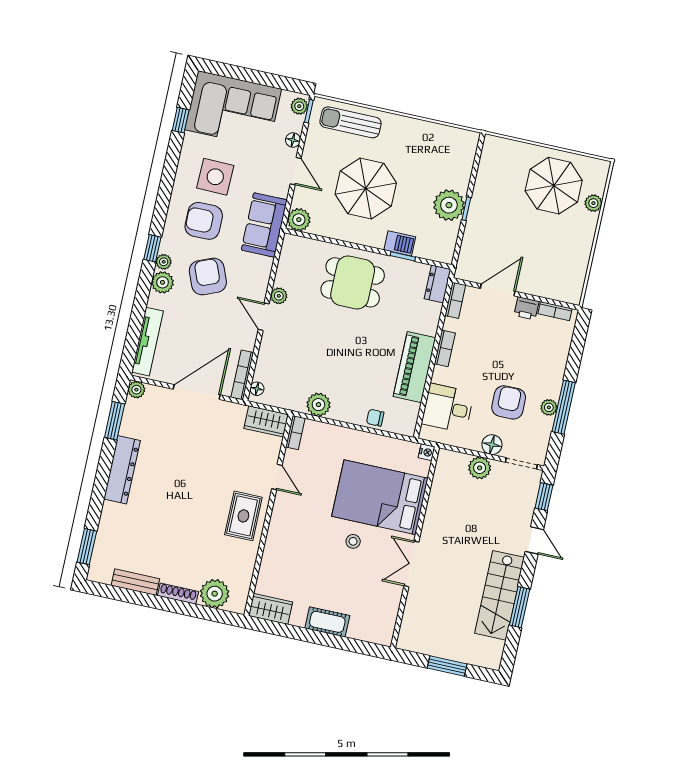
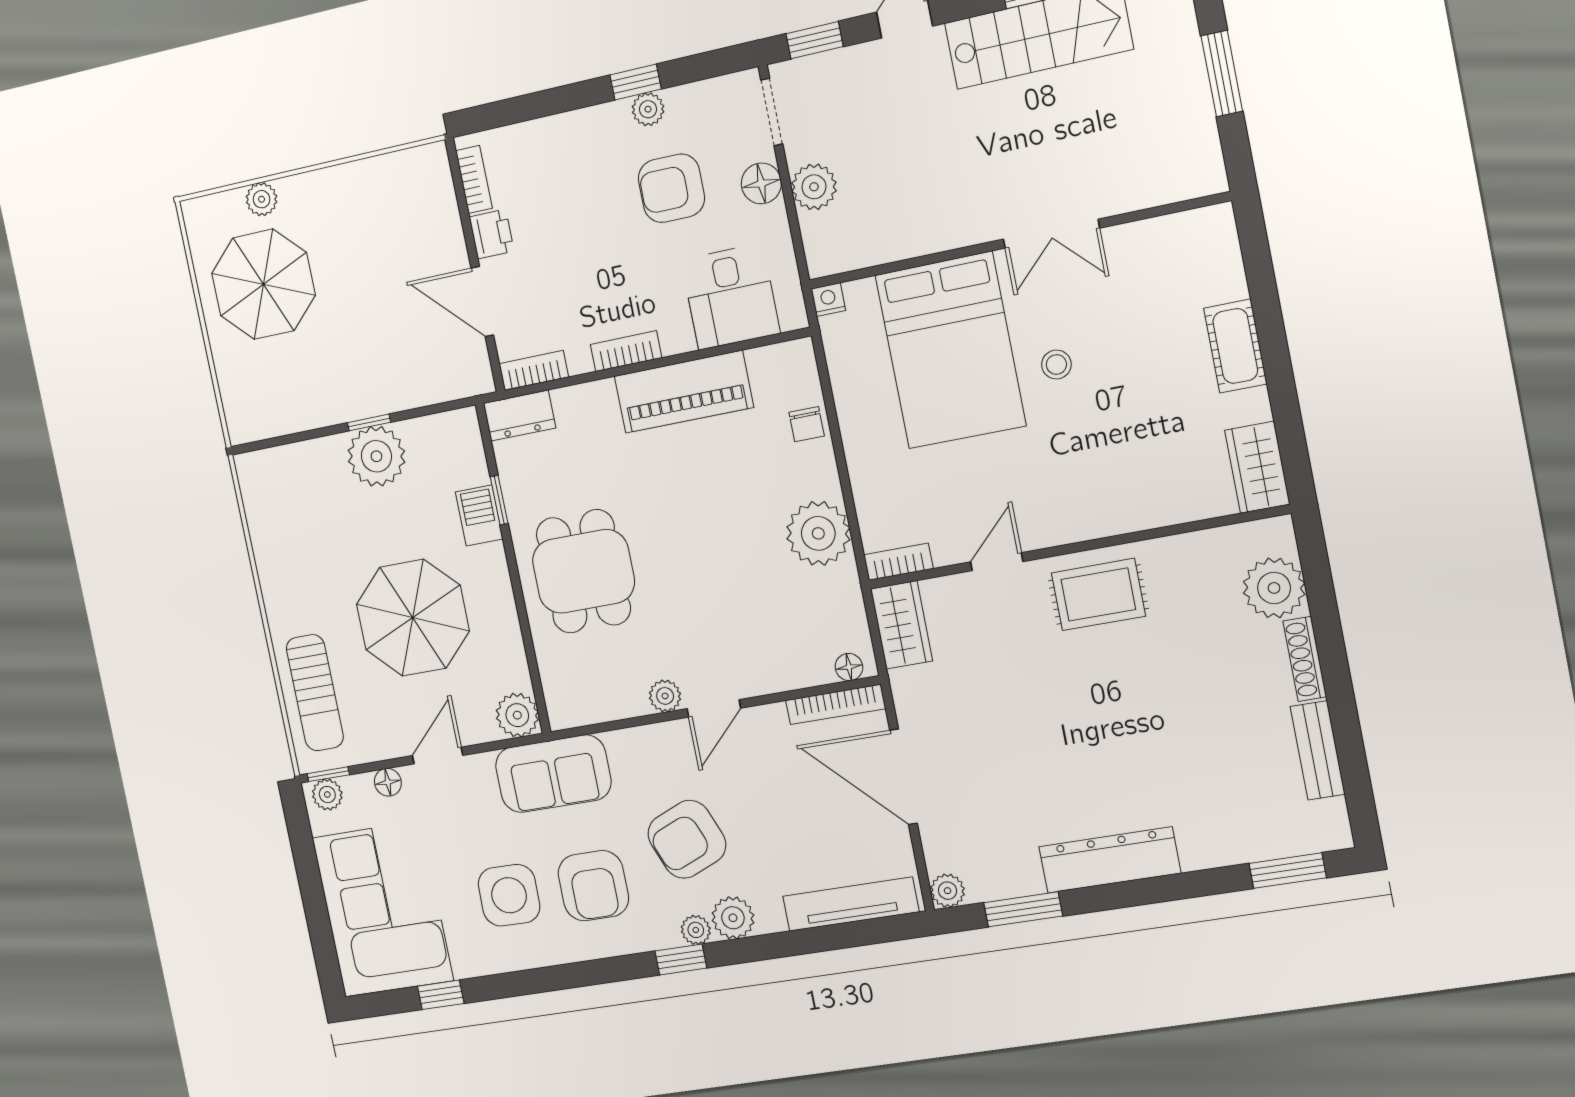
plant: (318, 405) -> (818, 533), width x1.36, depth x1.36
window: (564, 407) -> (636, 82), width x0.46

